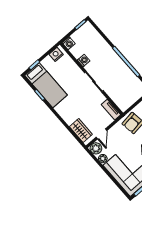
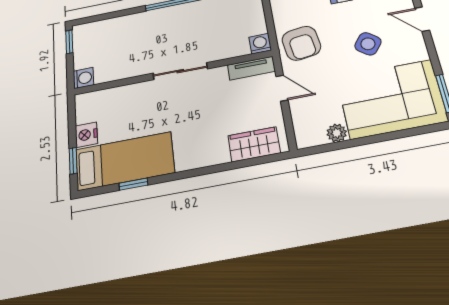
nightstand: (56, 54) -> (86, 135), moved
washing machine: (84, 61) -> (260, 44), moved
door: (101, 134) -> (282, 88), moved
plant: (96, 148) -> (308, 135), removed

